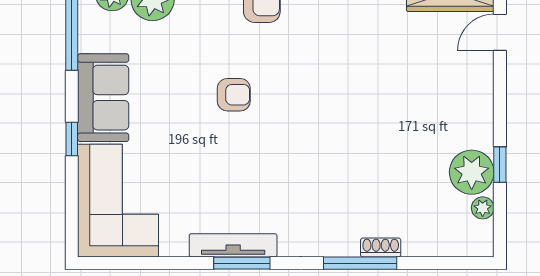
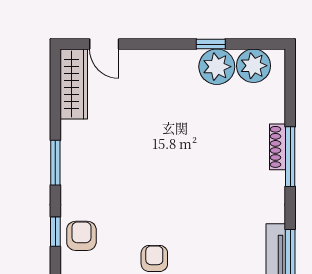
plant: (483, 208) -> (253, 66), width x1.88, depth x1.88
shoe rack: (381, 248) -> (278, 147), width x1.43

